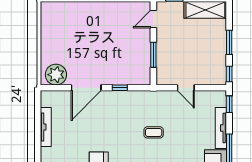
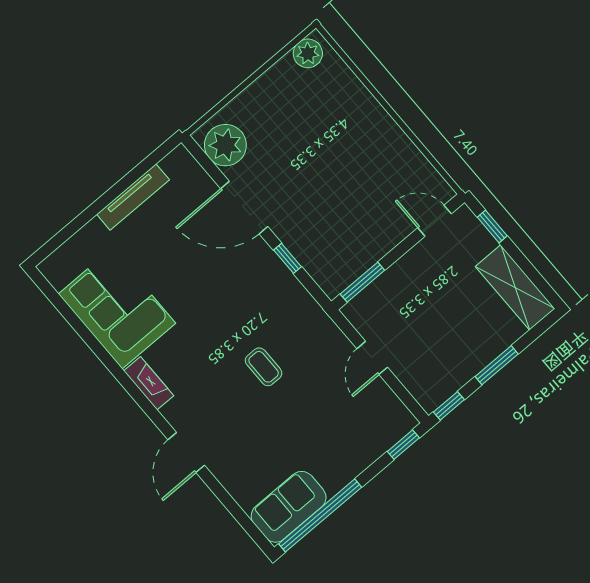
plant: (48, 13) -> (308, 53), added
window: (153, 55) -> (362, 282), moved
tv unit: (221, 128) -> (357, 463), removed

